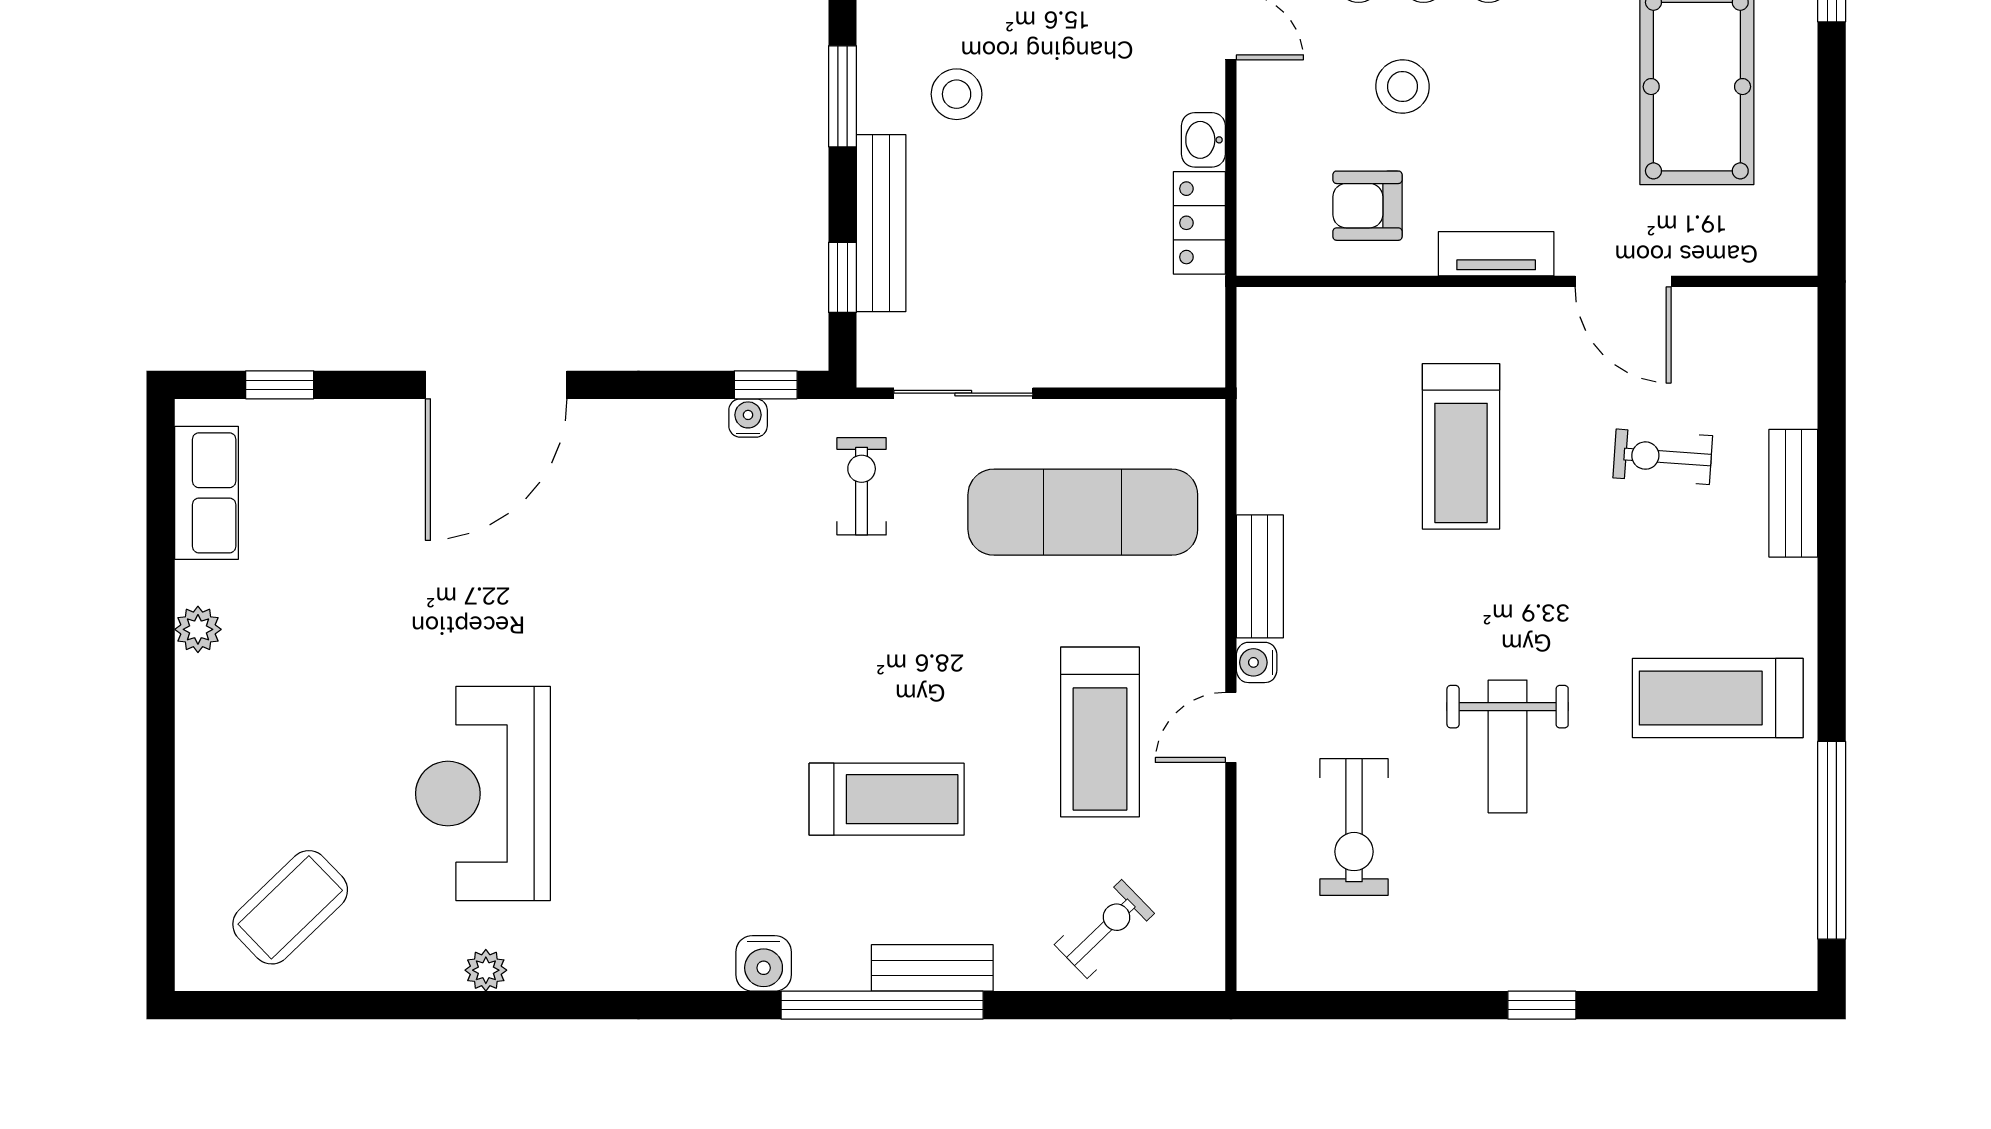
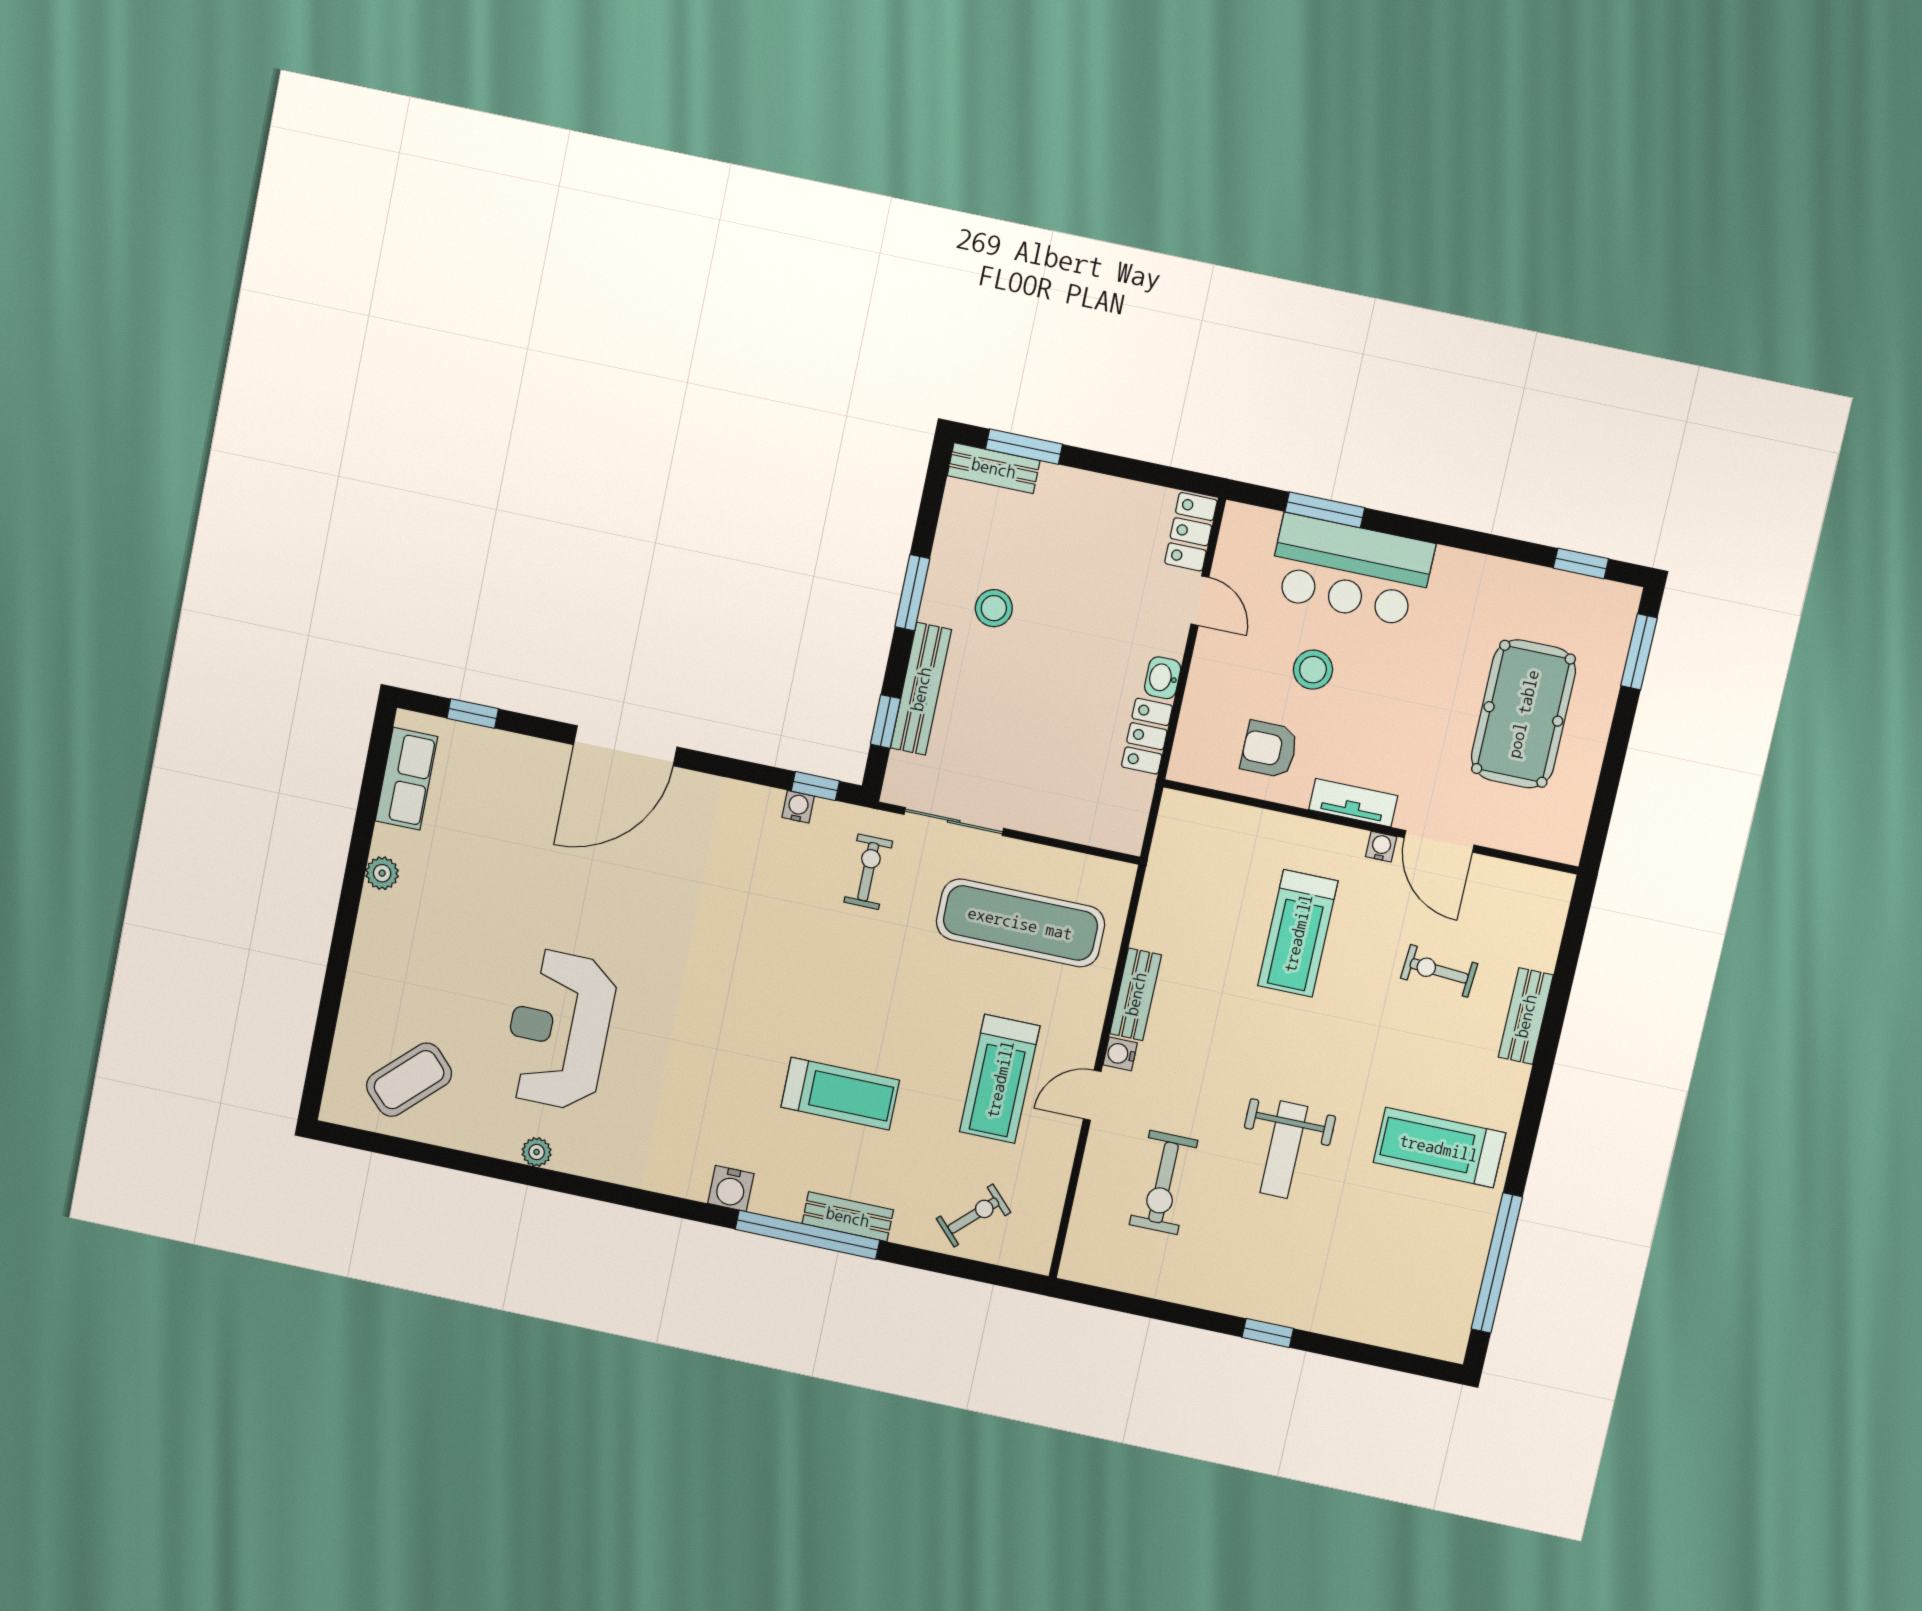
water cooler: (1547, 305) -> (1381, 847), added

